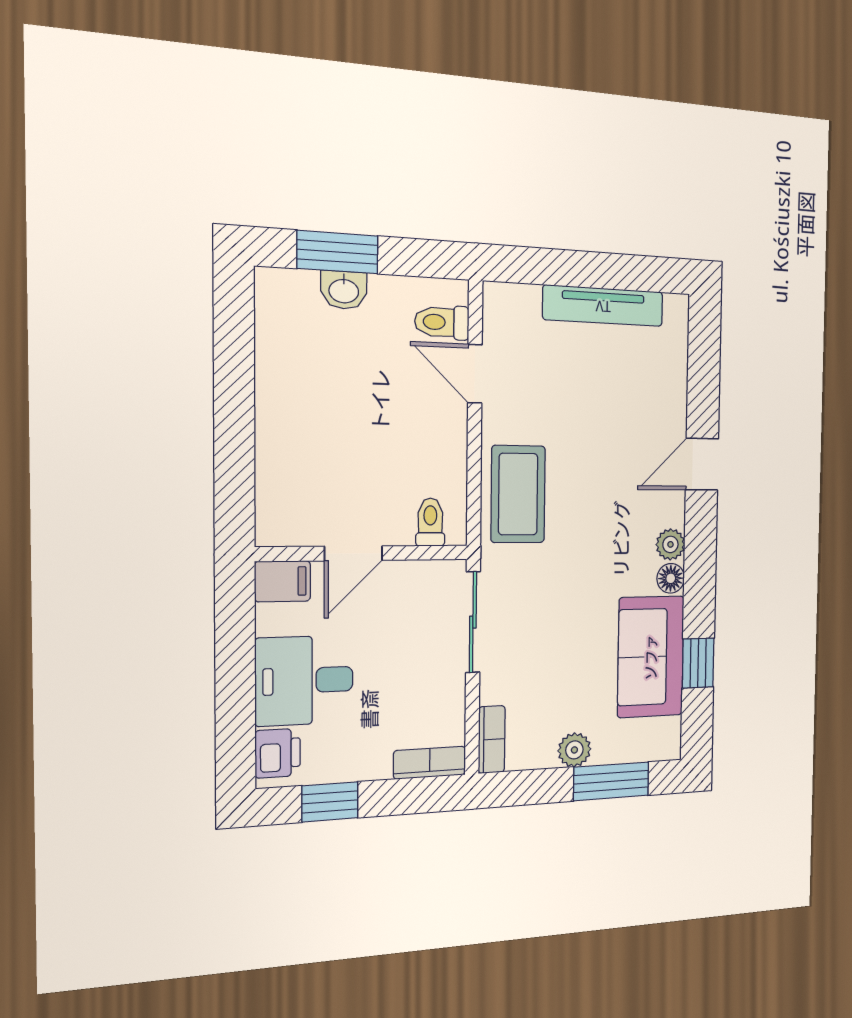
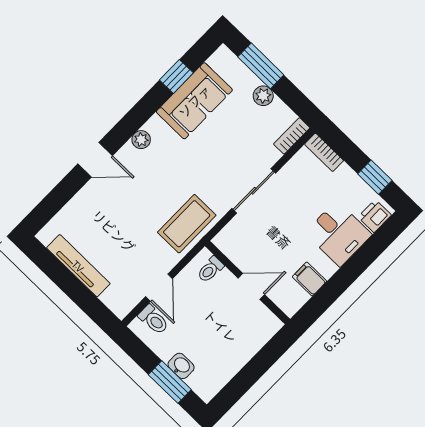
toilet: (430, 522) -> (210, 270), moved
door: (353, 553) -> (251, 286), moved
wall: (364, 553) -> (247, 283), moved
floor lamp: (671, 578) -> (154, 125), removed

